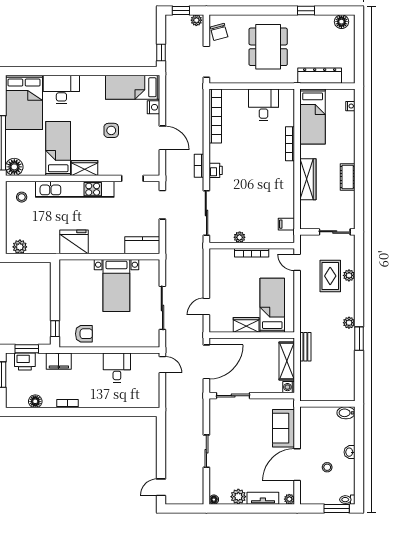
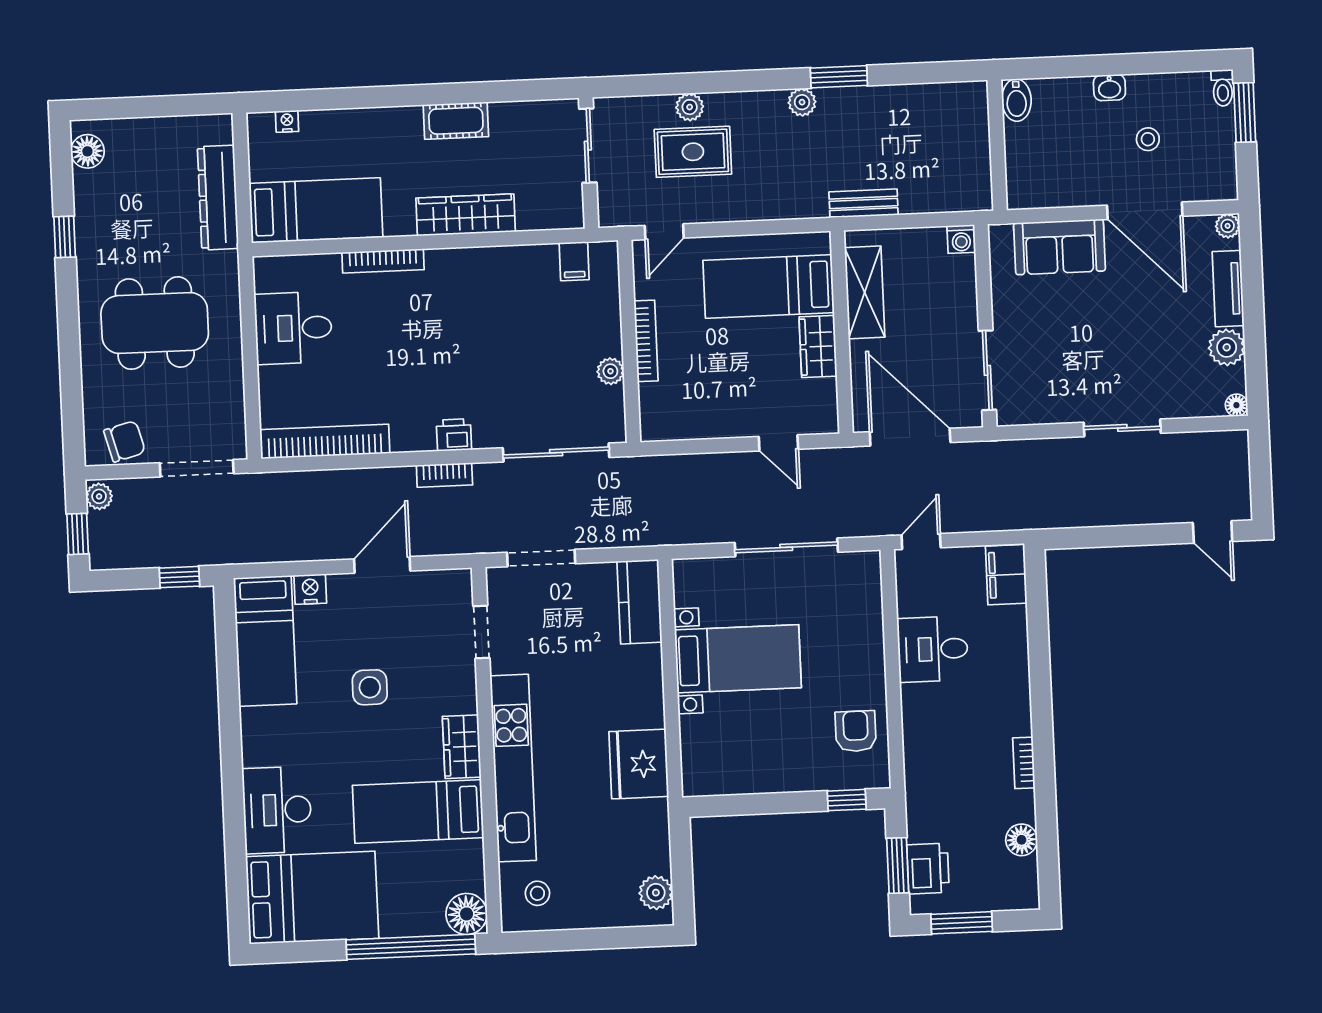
filing cabinet: (59, 361) -> (1006, 575), moved, turned 180
shelving: (287, 361) -> (865, 292), moved, turned 90

